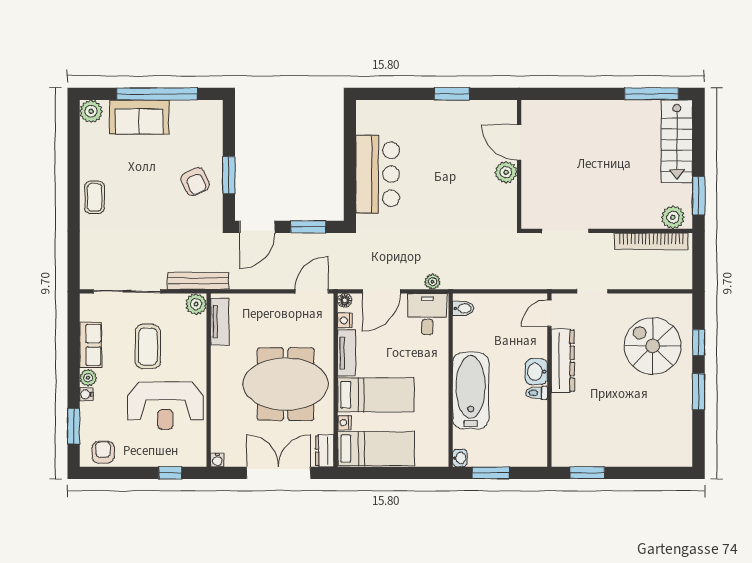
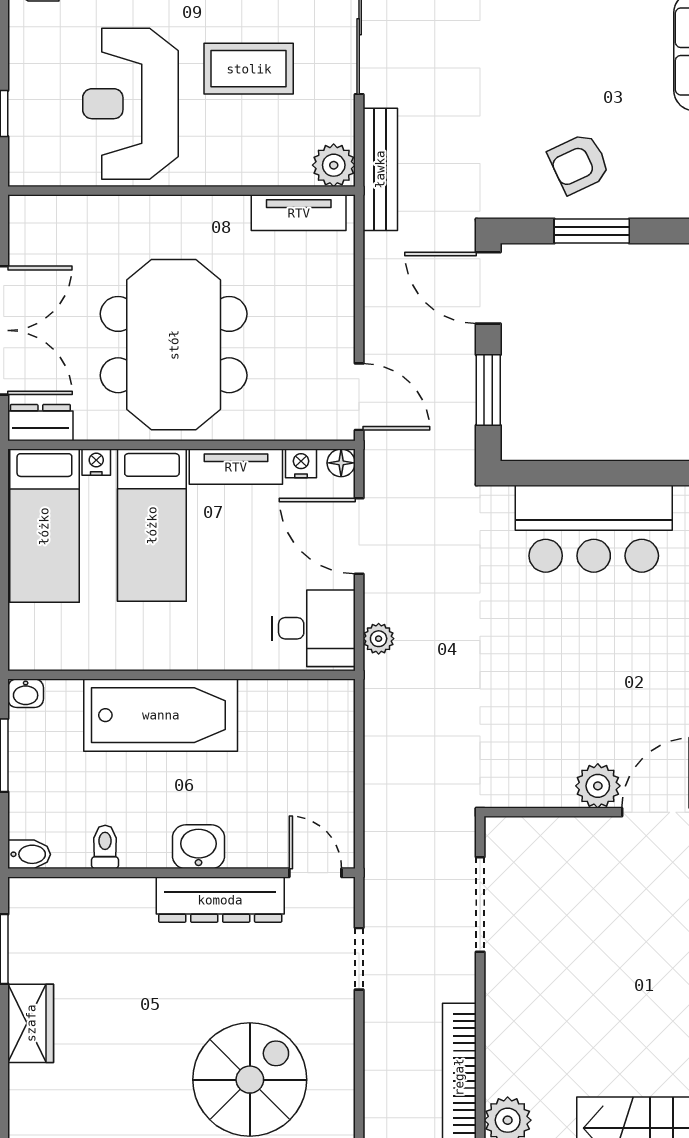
bidet: (463, 308) -> (29, 854), moved, turned -90
toilet: (536, 393) -> (105, 847), moved
wardrobe: (625, 455) -> (31, 1023), added
water cooler: (217, 460) -> (21, 208), removed

